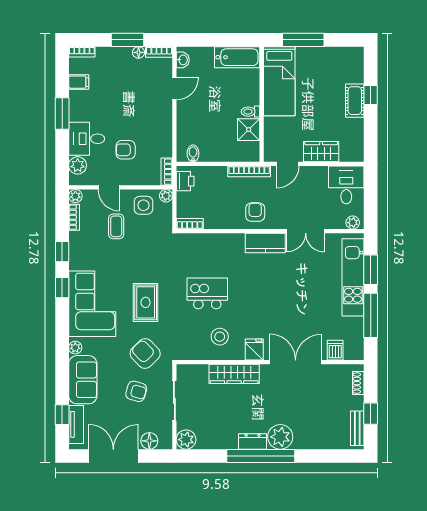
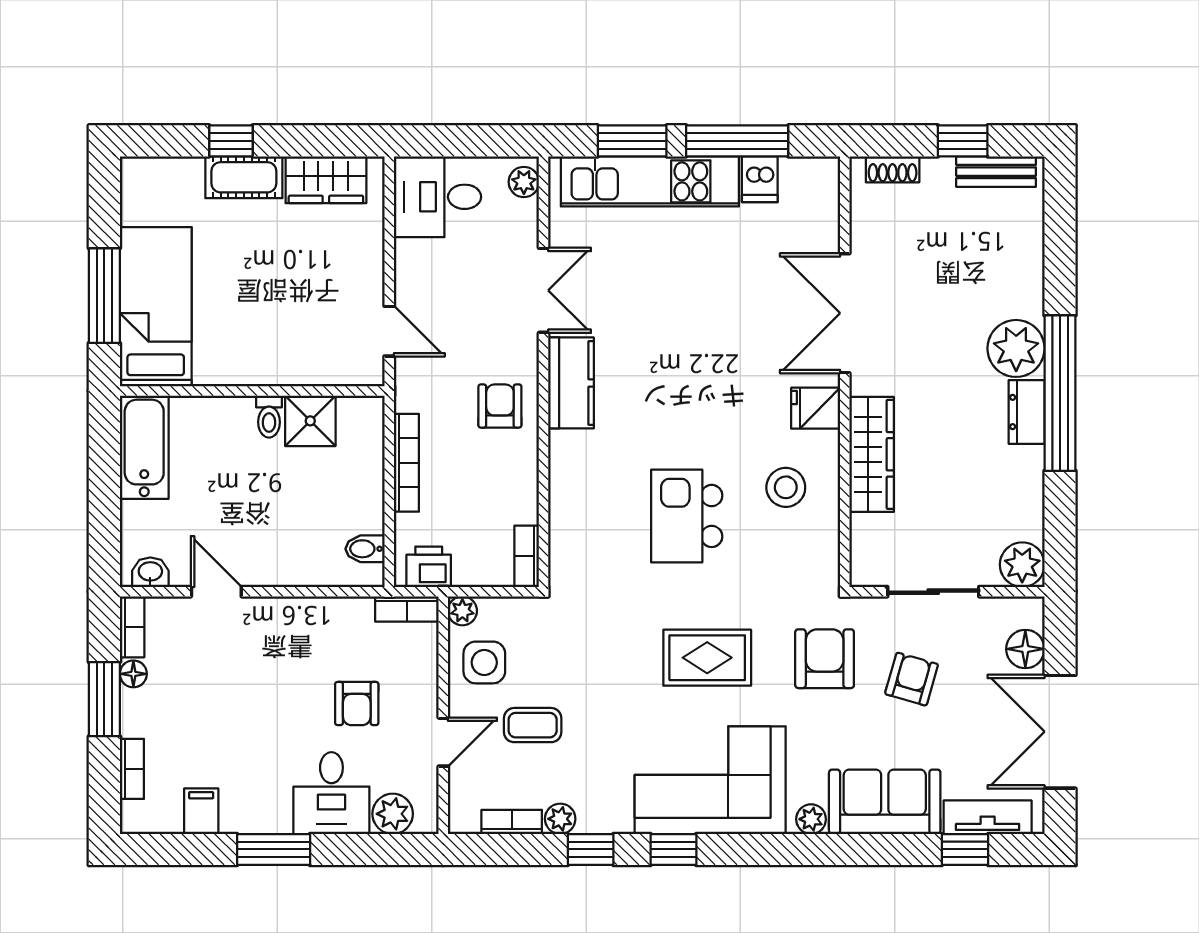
bookcase: (82, 52) -> (132, 769), moved
bed: (279, 81) -> (156, 307), moved, turned -90
wardrobe: (321, 152) -> (326, 180), moved, turned -90
bookcase: (249, 171) -> (406, 463), moved
plant: (75, 196) -> (560, 819), moved
armchair: (255, 212) -> (500, 406), turned 90
dishwasher: (335, 350) -> (760, 179), moved, turned -90
armchair: (145, 353) -> (825, 659), turned 134

